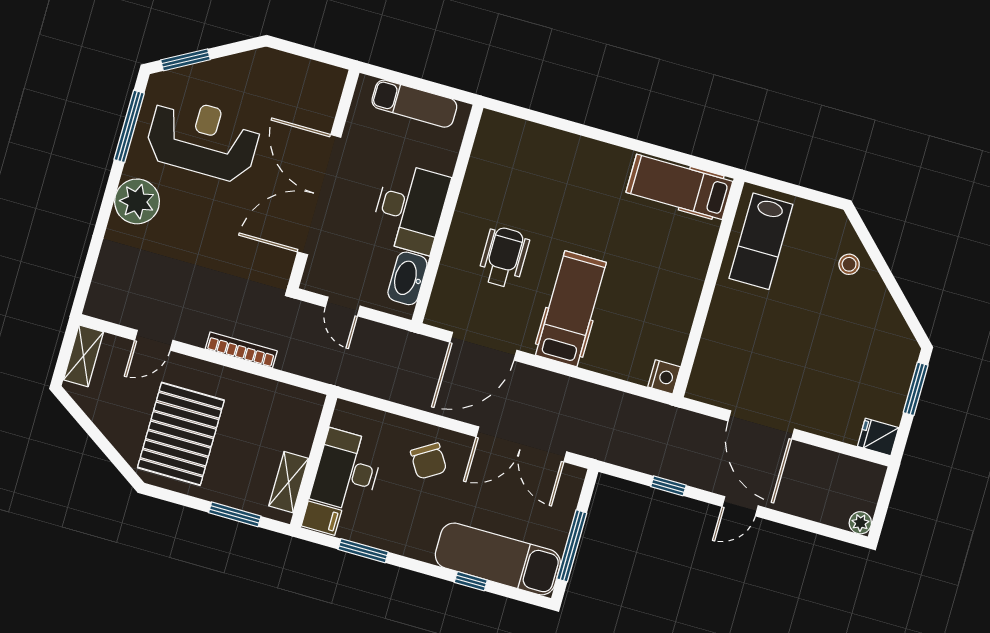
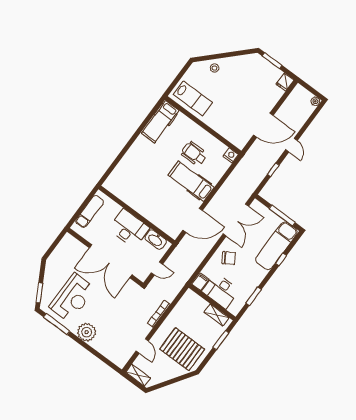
reception desk: (203, 139) -> (72, 298), turned 180
wheelchair: (504, 257) -> (194, 154), moved
door: (483, 346) -> (193, 220), hinge flipped
filing cabinet: (321, 518) -> (200, 282), moved

